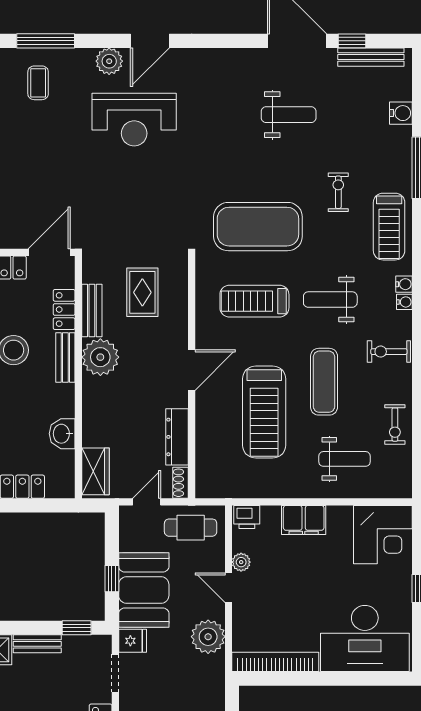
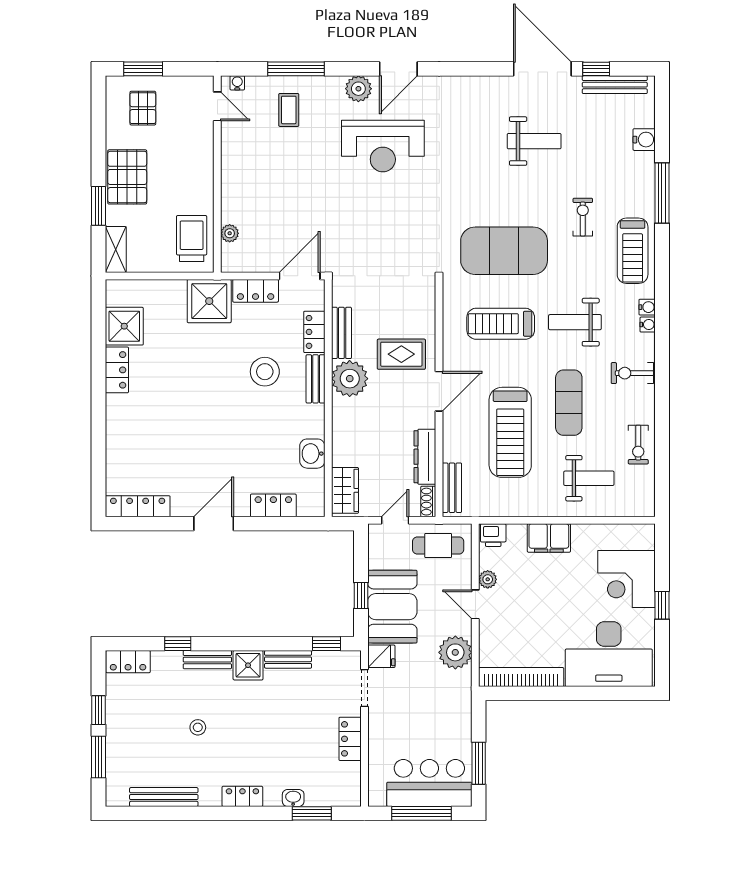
rug: (142, 292) -> (401, 354), moved, turned 90
bench: (205, 469) -> (452, 488), added
corner desk: (383, 535) -> (627, 579), moved, turned 90

